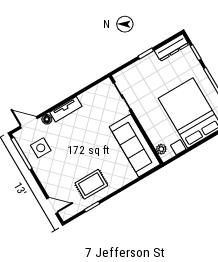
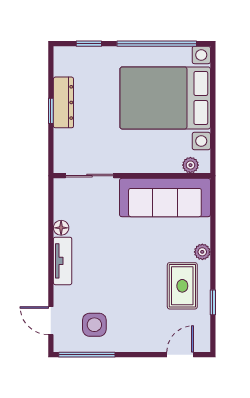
dresser: (172, 48) -> (63, 102), moved
floor lamp: (47, 119) -> (61, 228), moved
door: (29, 122) -> (51, 321), hinge flipped
plant: (117, 184) -> (202, 252), added

